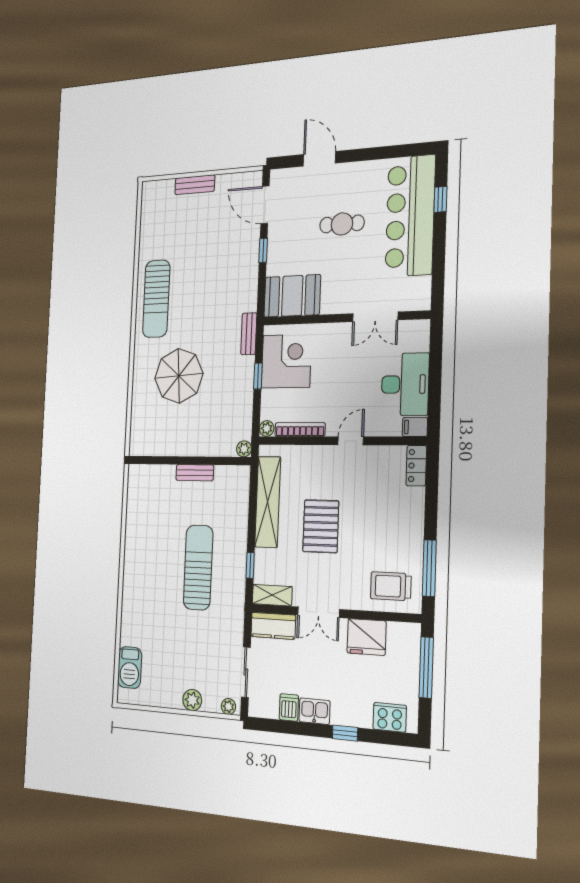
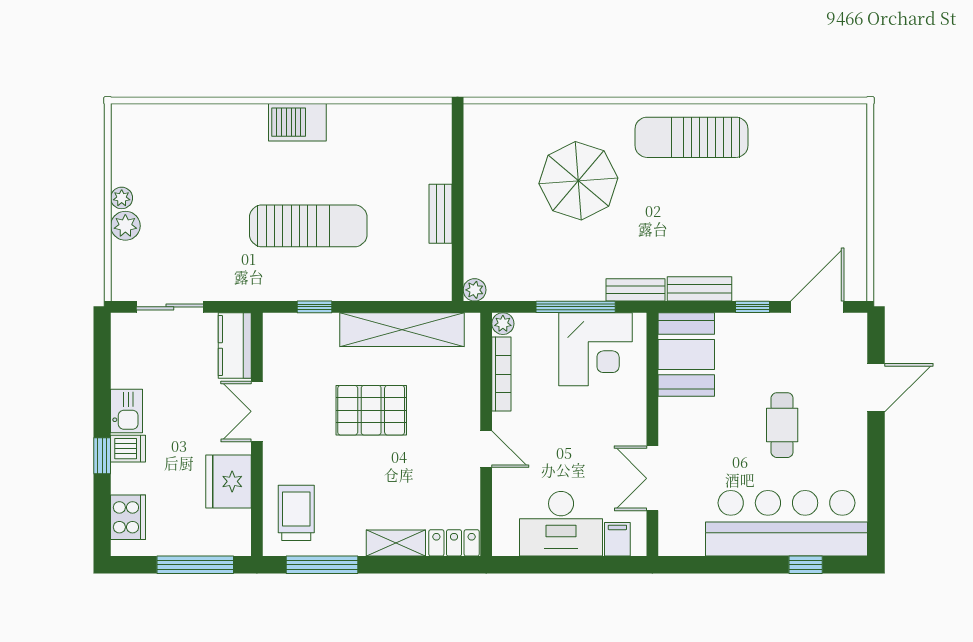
bench: (195, 185) -> (699, 289), moved, turned 90
window: (258, 376) -> (576, 307), width x2.17
filing cabinet: (415, 427) -> (617, 539), moved
shelving: (272, 595) -> (396, 543), moved, turned 90
barbecue: (130, 667) -> (297, 122), moved
plant: (228, 706) -> (122, 198), moved
dishwasher: (289, 707) -> (128, 449), moved

